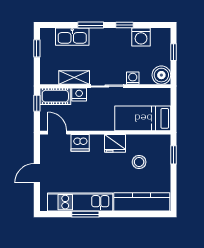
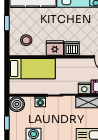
dishwasher: (80, 143) -> (72, 48), moved
window: (173, 155) -> (7, 23), moved
stool: (139, 162) -> (26, 40), moved

